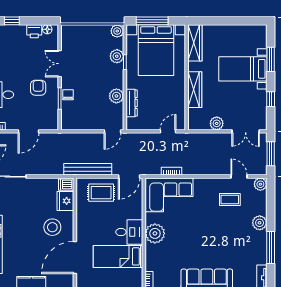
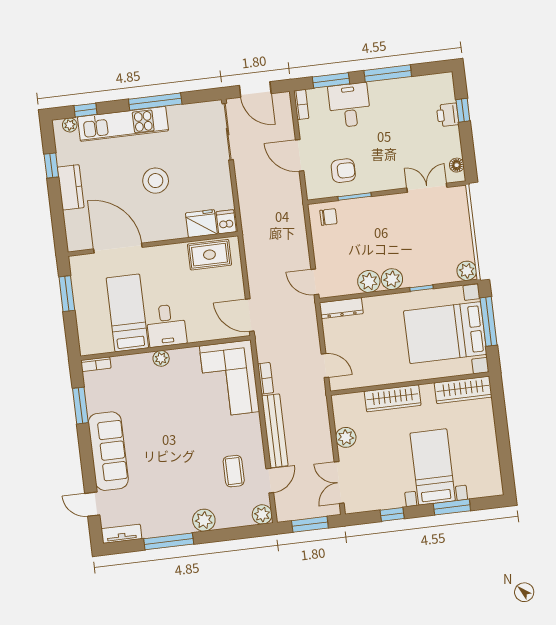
printer: (34, 31) -> (448, 115), moved
plant: (117, 56) -> (392, 279), moved
double door: (60, 64) -> (427, 188), moved
armchair: (38, 88) -> (343, 171), moved
chair: (68, 95) -> (328, 217), moved
dresser: (132, 103) -> (341, 308), moved
bench: (88, 169) -> (275, 431), moved
rug: (101, 193) -> (209, 255), moved, turned 90
stool: (52, 227) -> (156, 181), moved
plant: (155, 233) -> (161, 358), width x0.53, depth x0.53

